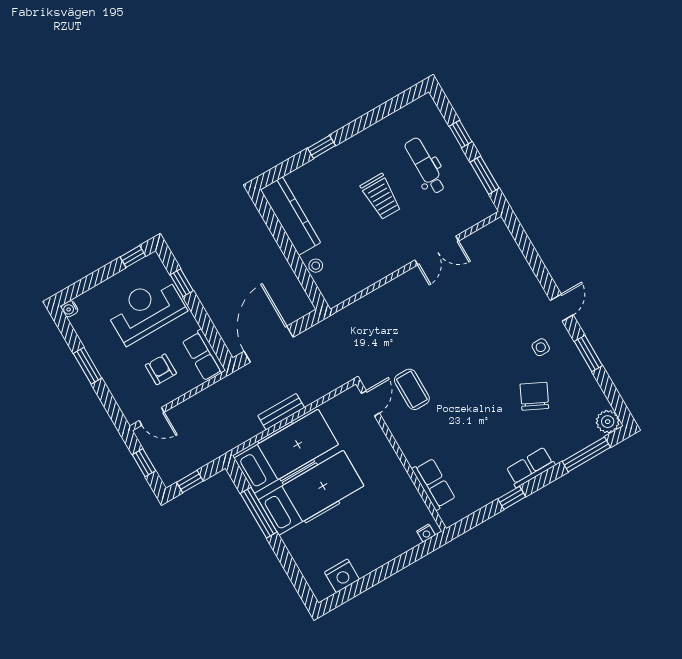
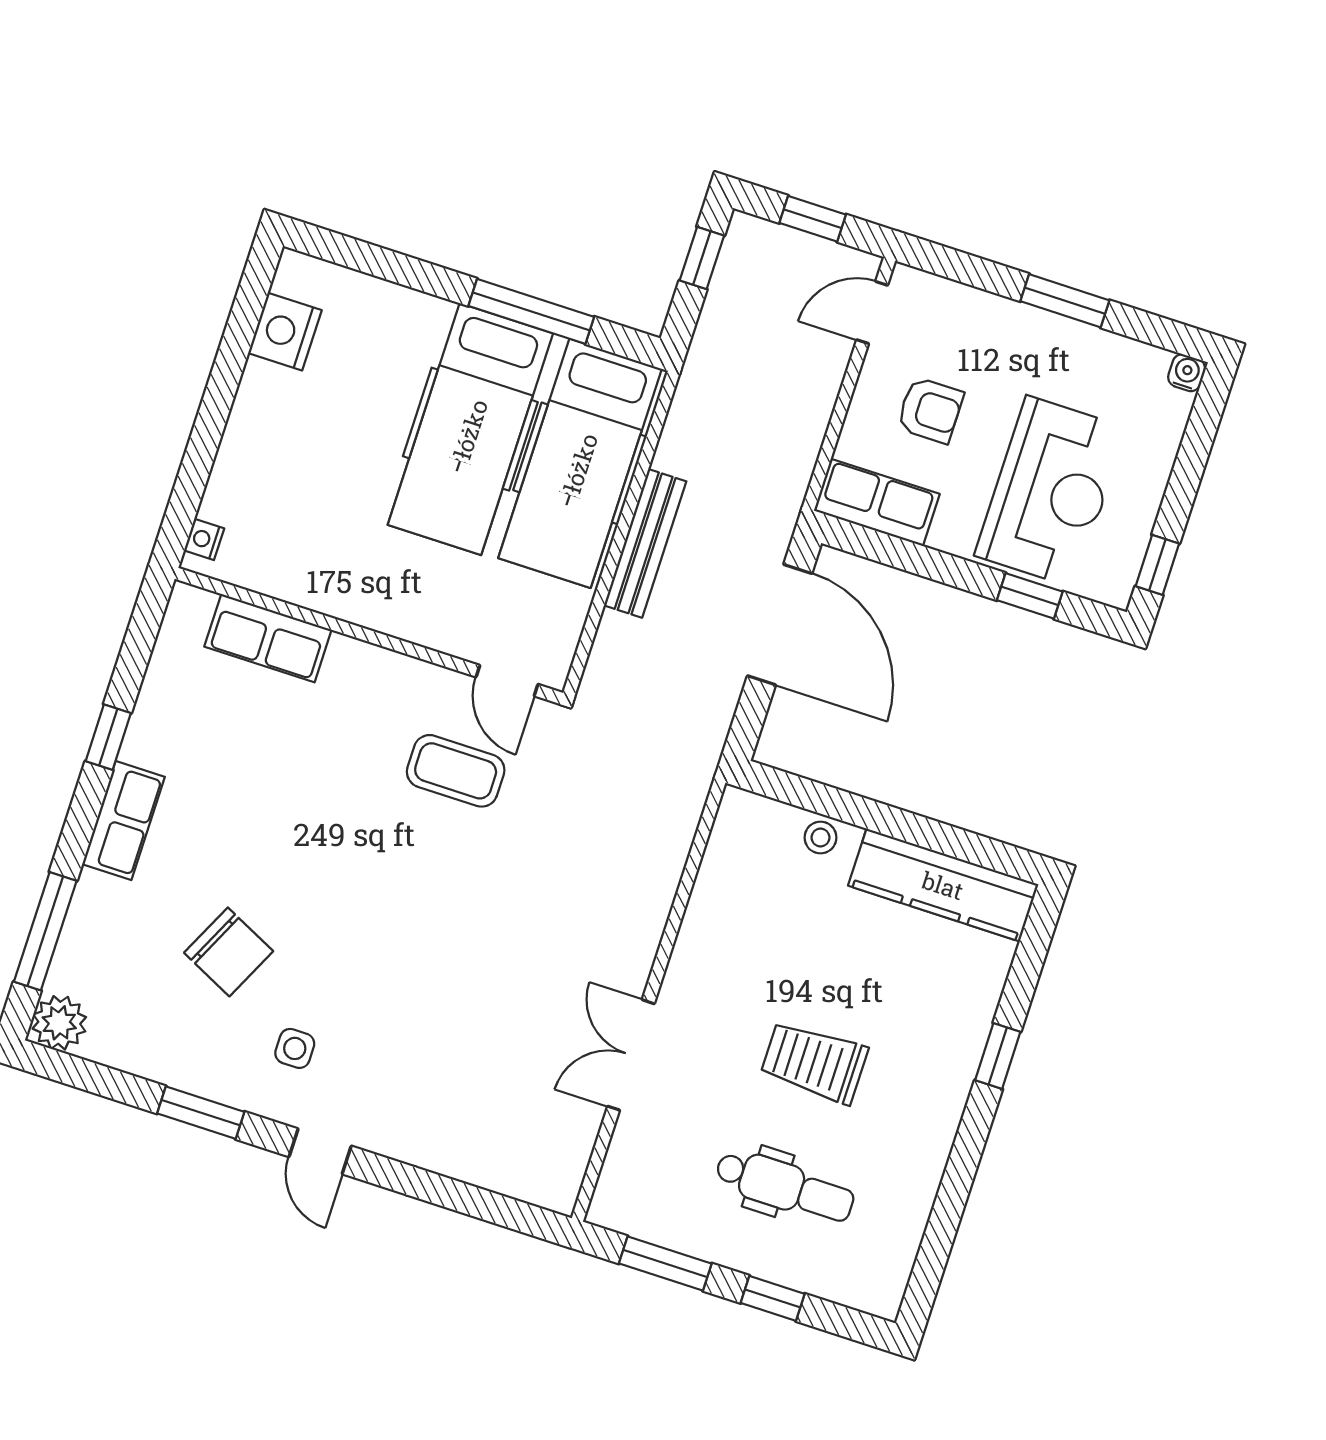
bench: (281, 412) -> (645, 543), width x1.36

